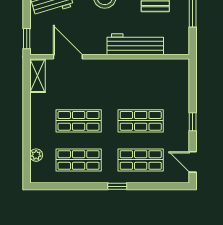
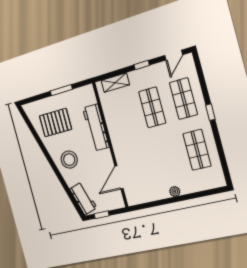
window: (27, 39) -> (102, 215), moved
shelving: (37, 76) -> (115, 83), moved
shop shelf: (79, 121) -> (165, 157), removed
plant: (36, 155) -> (175, 191), moved

